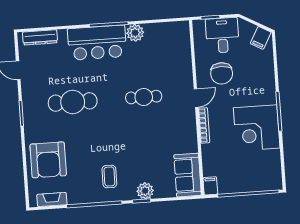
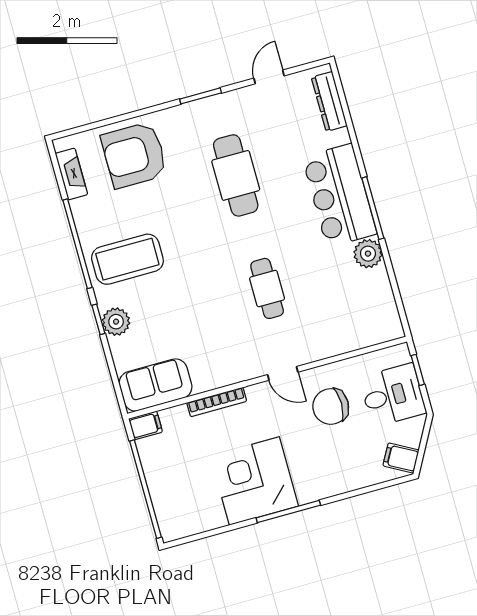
bookcase: (204, 125) -> (217, 402), moved
coffee table: (109, 177) -> (127, 259), width x1.86, depth x1.72

